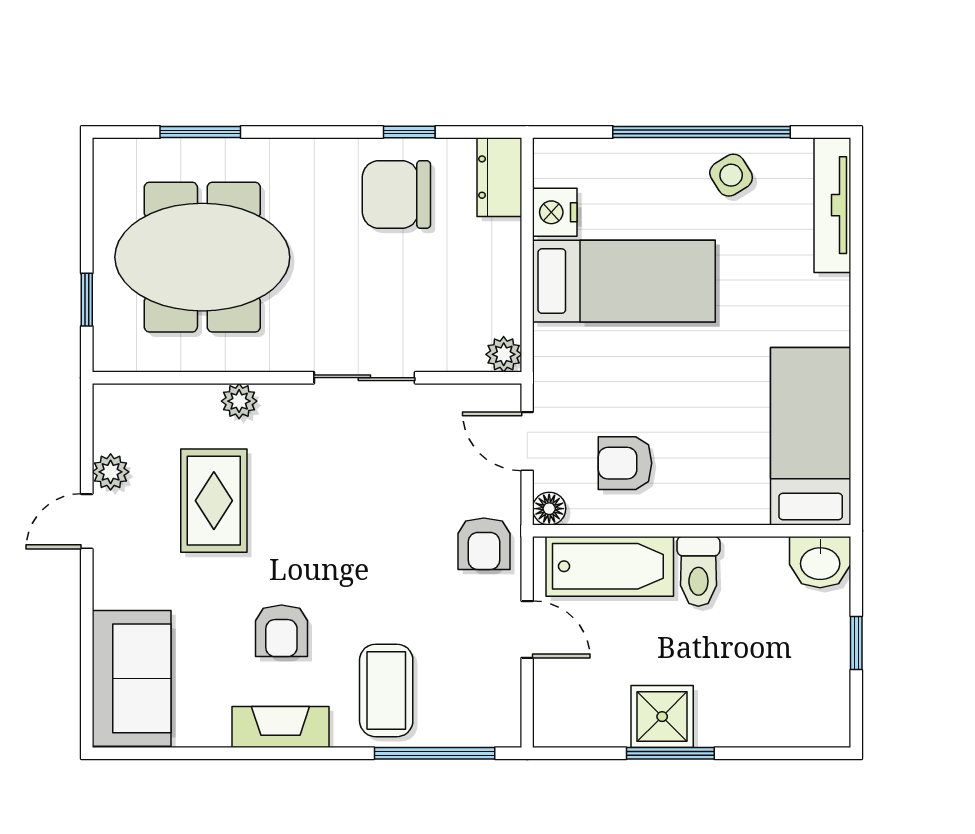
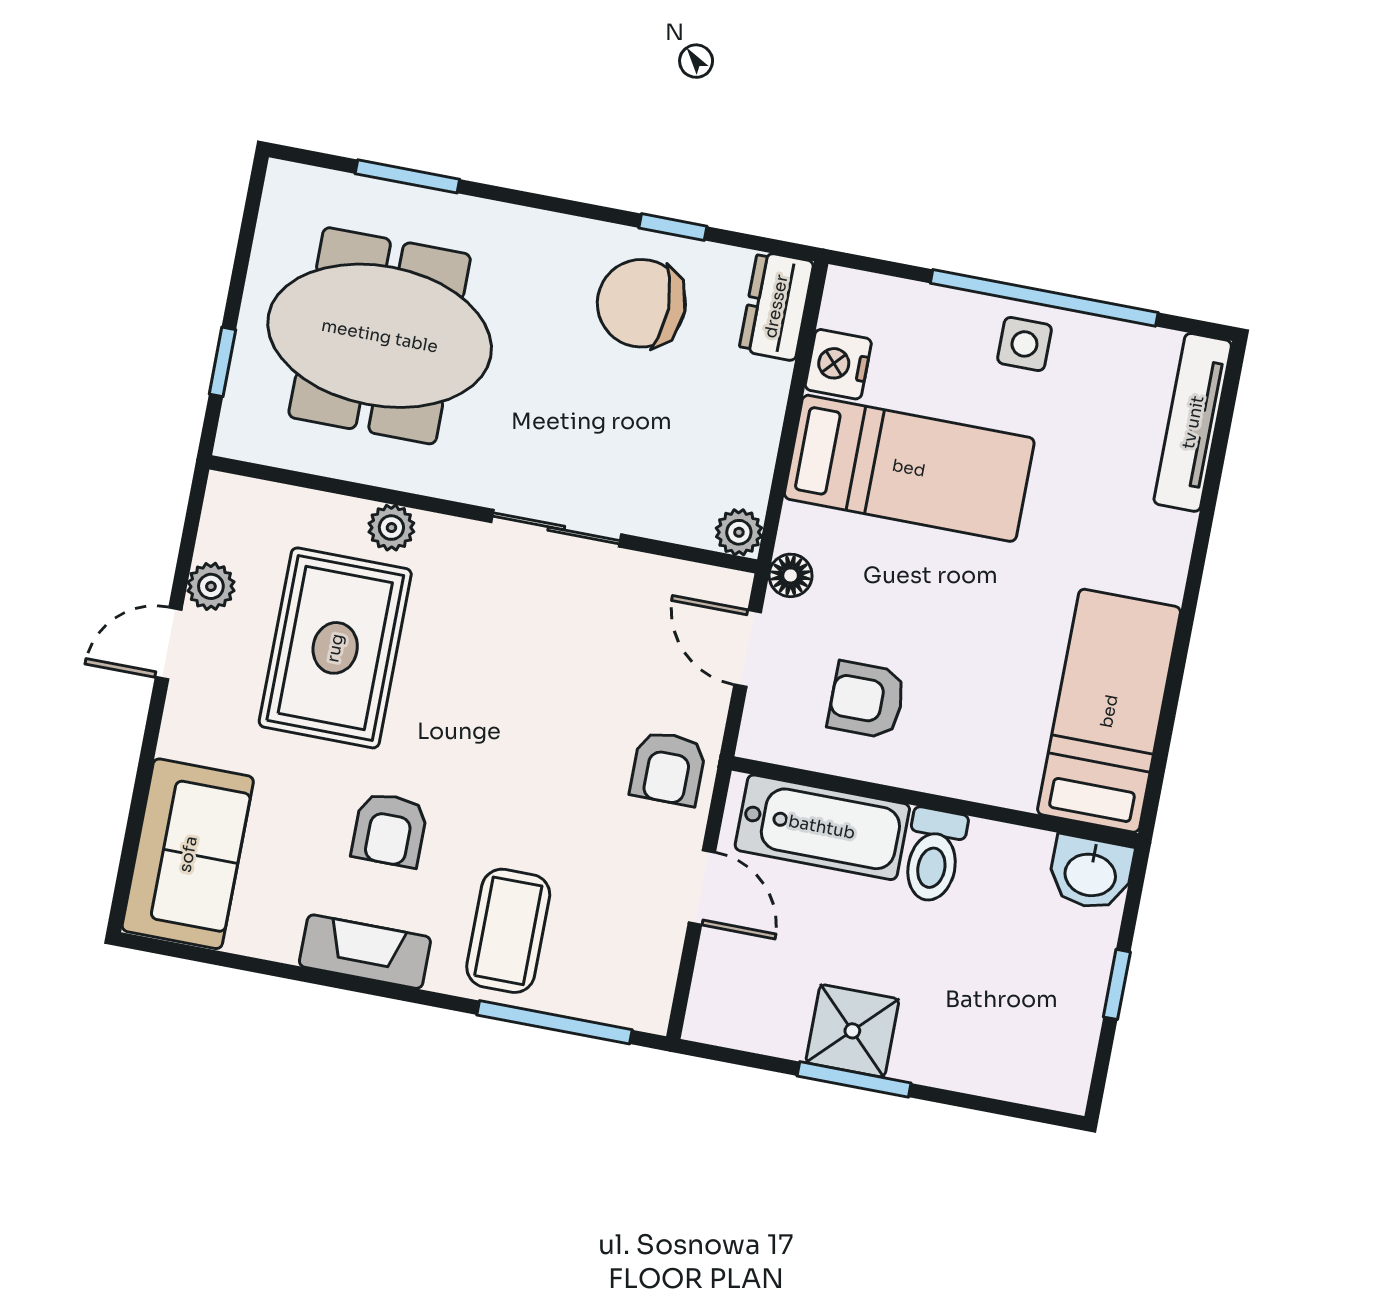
side table: (731, 175) -> (1024, 344), moved, turned 32
rug: (214, 501) -> (335, 648), width x1.36, depth x1.43
floor lamp: (549, 509) -> (791, 575), moved

